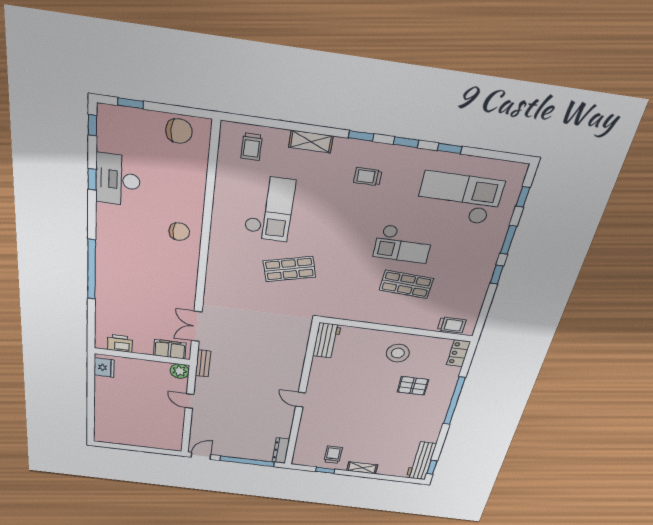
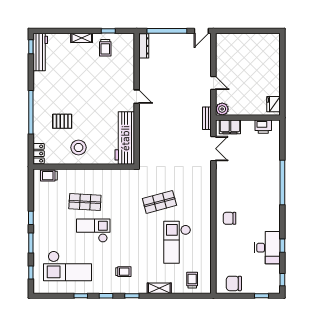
workbench: (327, 341) -> (125, 138), width x1.88, depth x1.32

